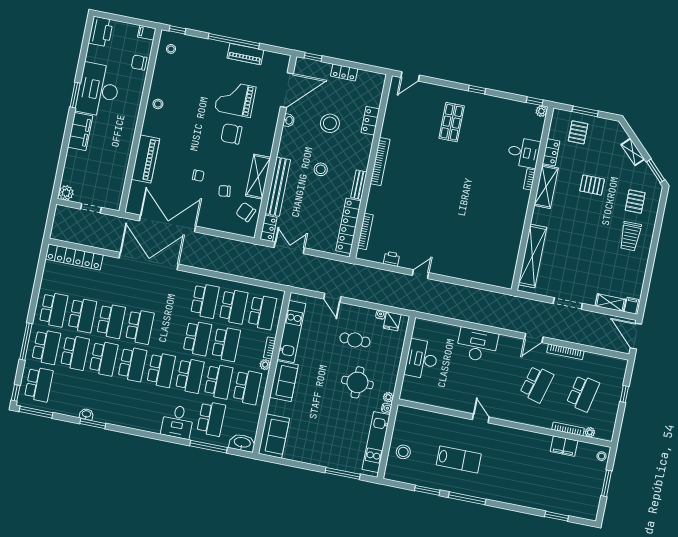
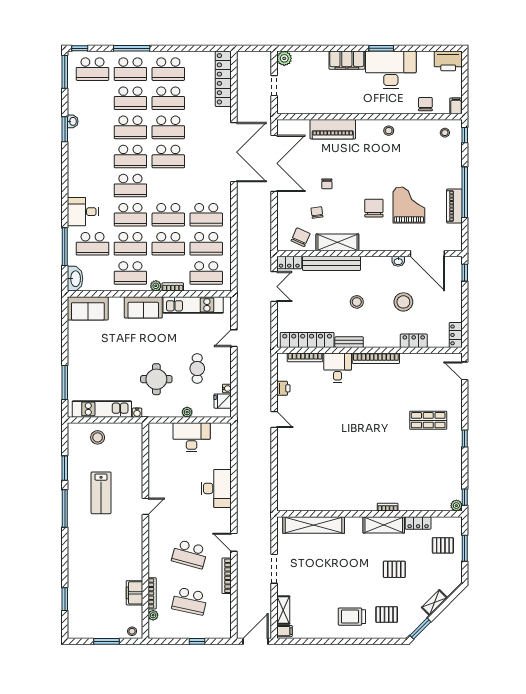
locker: (344, 72) -> (456, 335), moved
desk: (524, 152) -> (338, 368), moved, turned 180
pallet: (592, 185) -> (394, 569), turned 90
plant: (388, 397) -> (187, 412), moved

